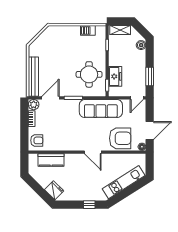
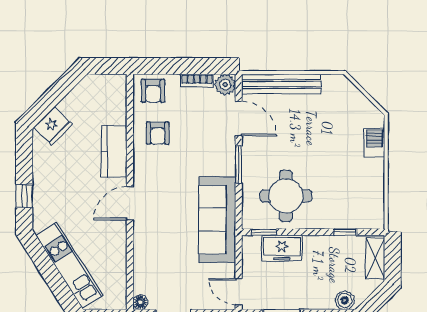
barbecue: (88, 30) -> (374, 143), moved
armchair: (120, 138) -> (158, 133), moved, width x0.53, depth x0.53
kitchen counter: (51, 160) -> (114, 152), moved

